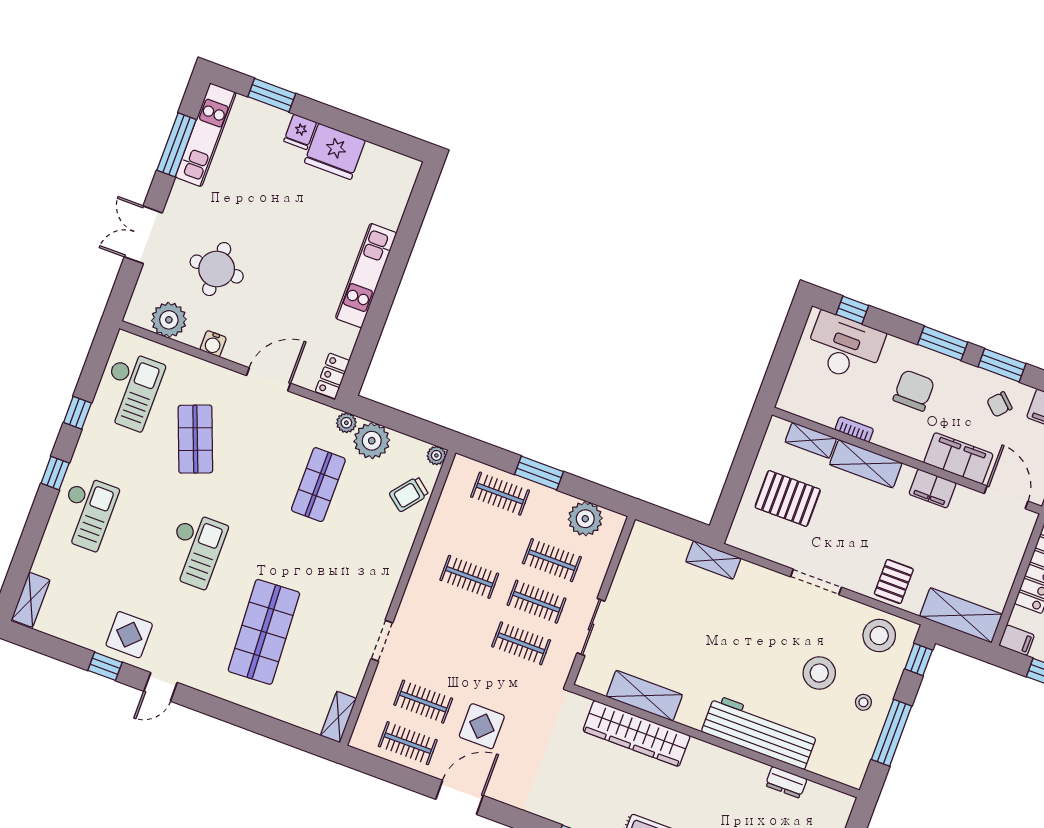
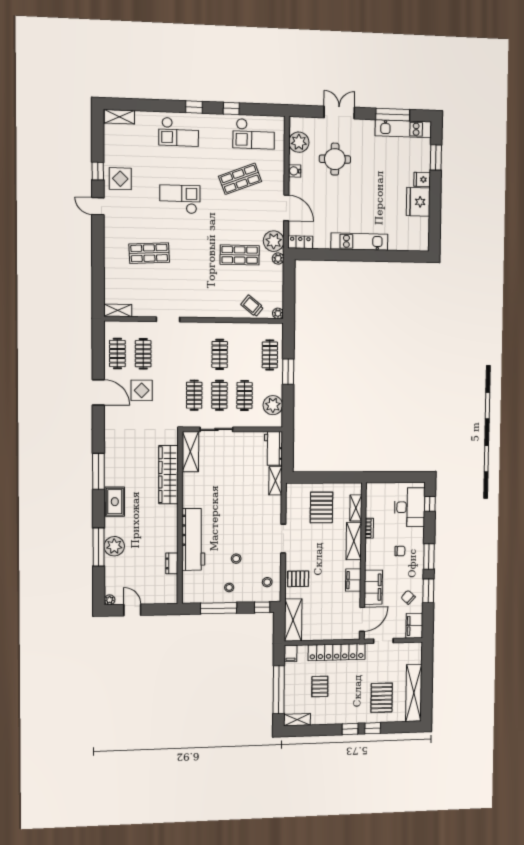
chair: (914, 390) -> (400, 551), width x0.54, depth x0.54
plant: (372, 441) -> (274, 241), moved
workbench: (658, 544) -> (273, 448), added
checkout: (195, 550) -> (180, 199), turned 180
shop shelf: (264, 632) -> (149, 253), width x0.70, depth x0.74
stool: (879, 636) -> (267, 582), width x0.53, depth x0.53
stool: (819, 673) -> (236, 559), width x0.53, depth x0.53
shelving: (644, 696) -> (190, 452), moved

